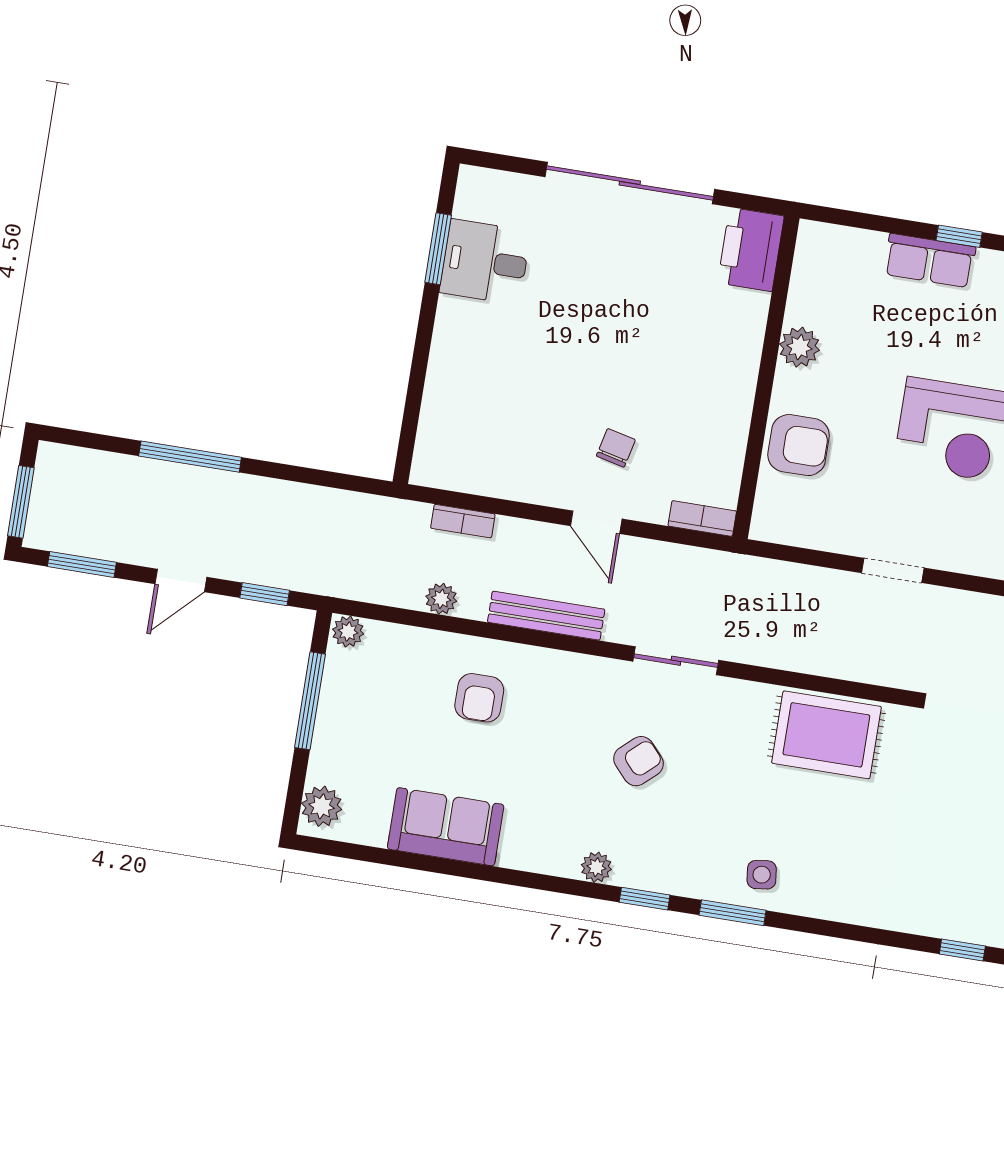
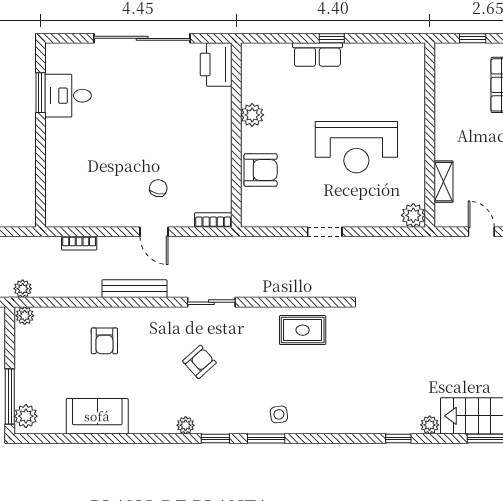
plant: (441, 599) -> (23, 289), moved
window: (310, 701) -> (10, 397), moved
rug: (826, 735) -> (303, 330), width x0.73, depth x0.70

